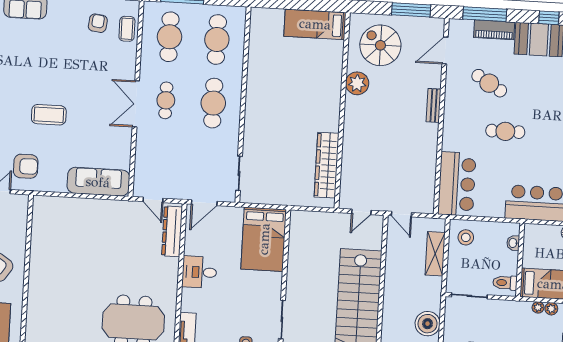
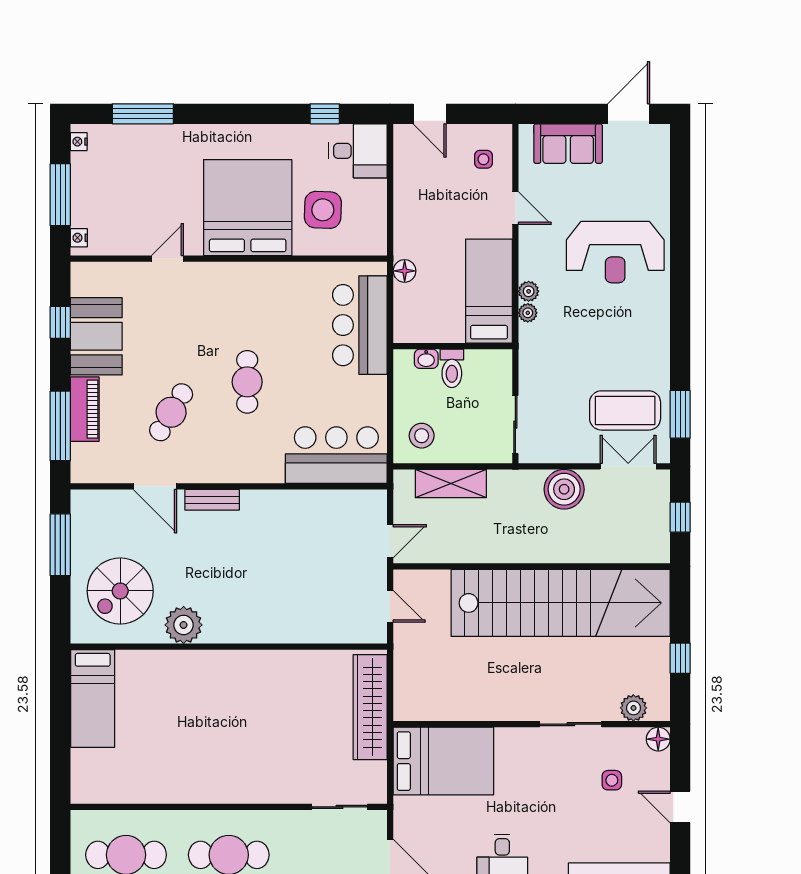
door: (445, 51) -> (155, 486), moved
wardrobe: (327, 165) -> (370, 707), moved, turned 90
toilet: (505, 283) -> (452, 368), moved

